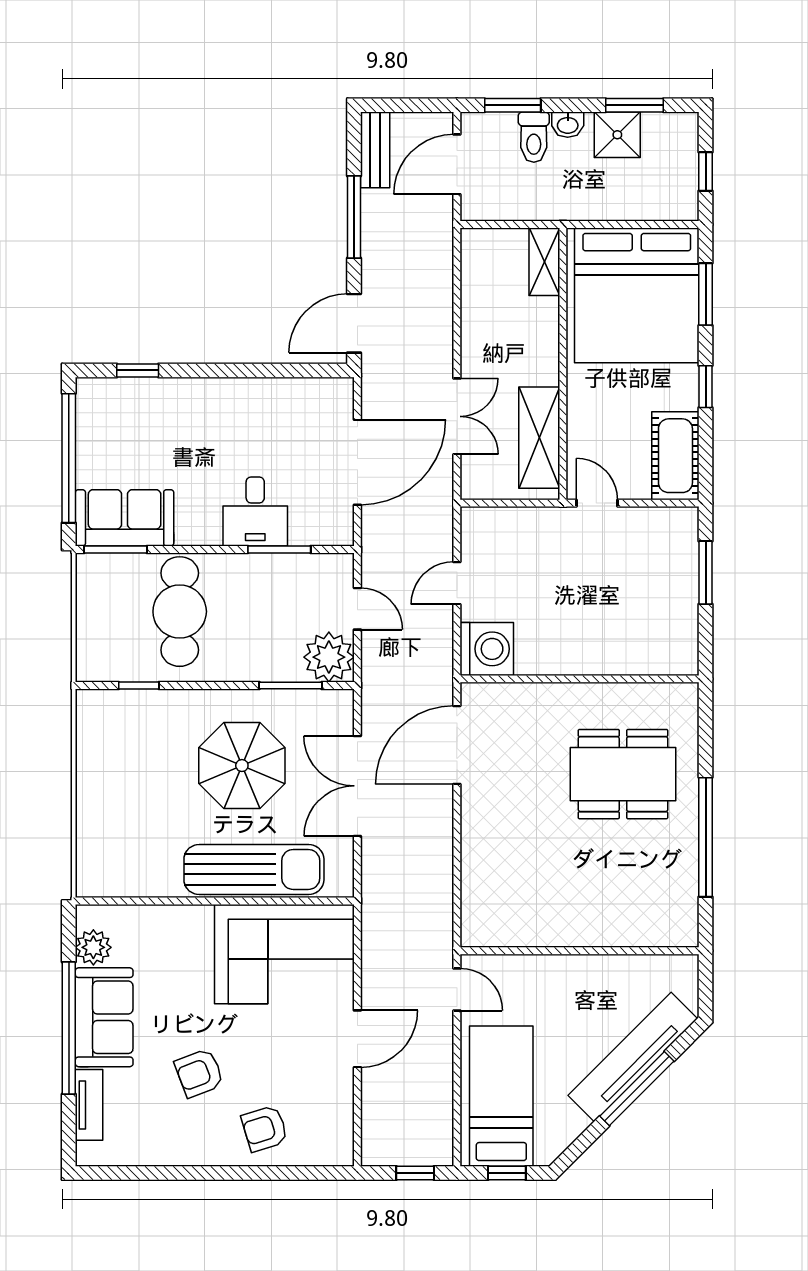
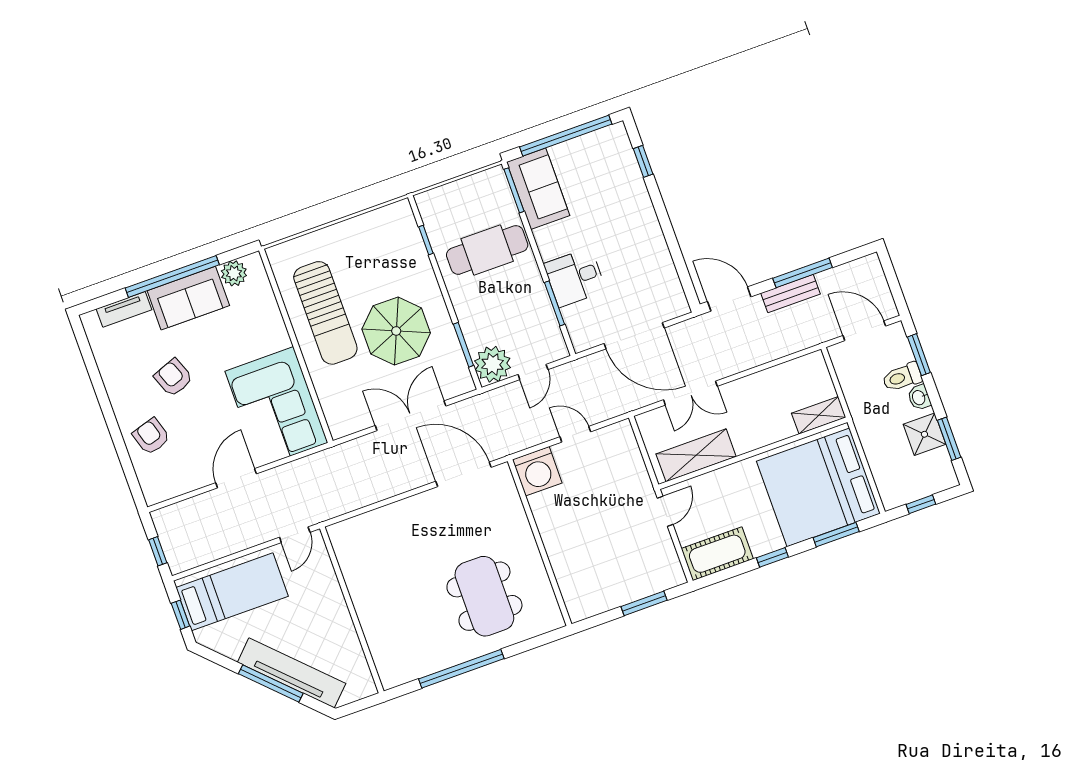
bench: (375, 150) -> (791, 294), moved
sun lounger: (254, 869) -> (325, 313), moved
door: (357, 1039) -> (236, 478), swing flipped

